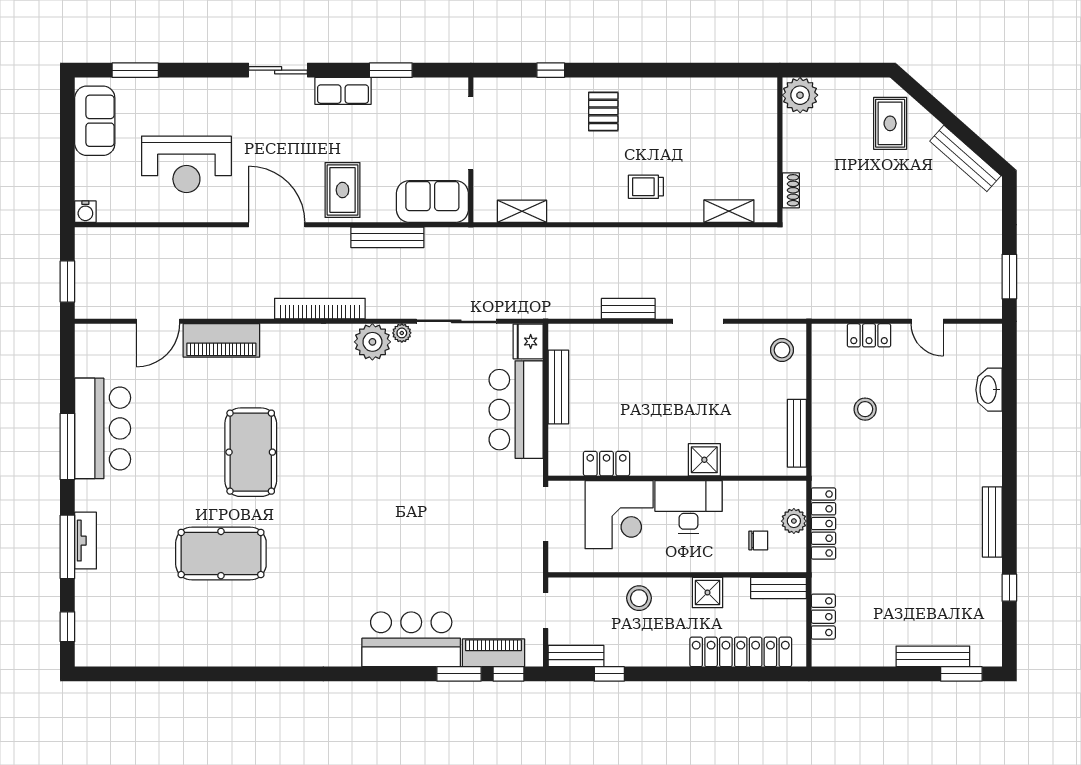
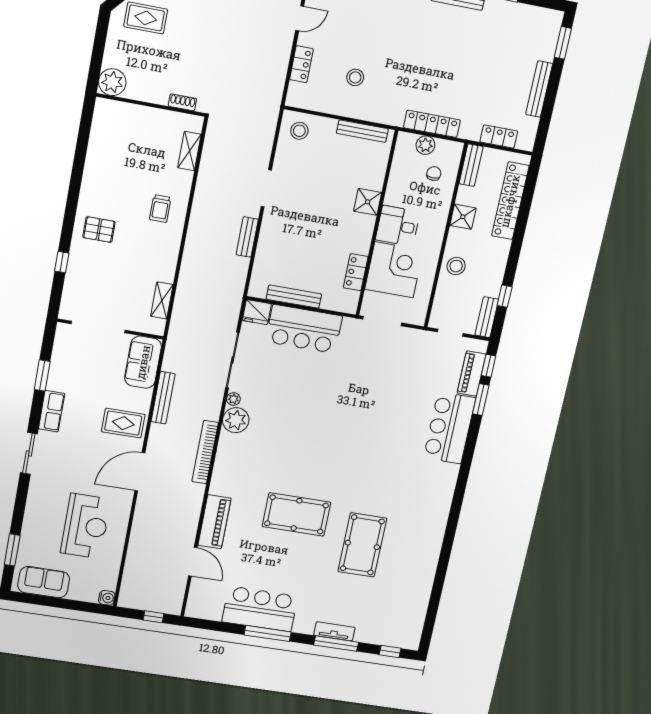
window: (67, 282) -> (154, 617), width x0.67
desk: (689, 507) -> (398, 226), width x0.73
bench: (933, 656) -> (539, 89), moved

